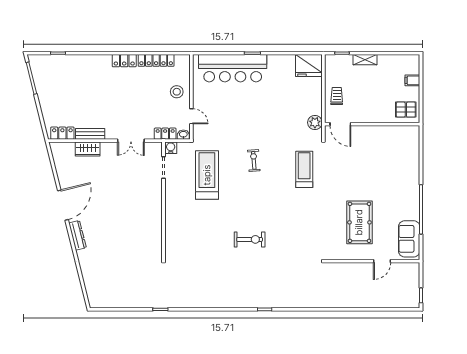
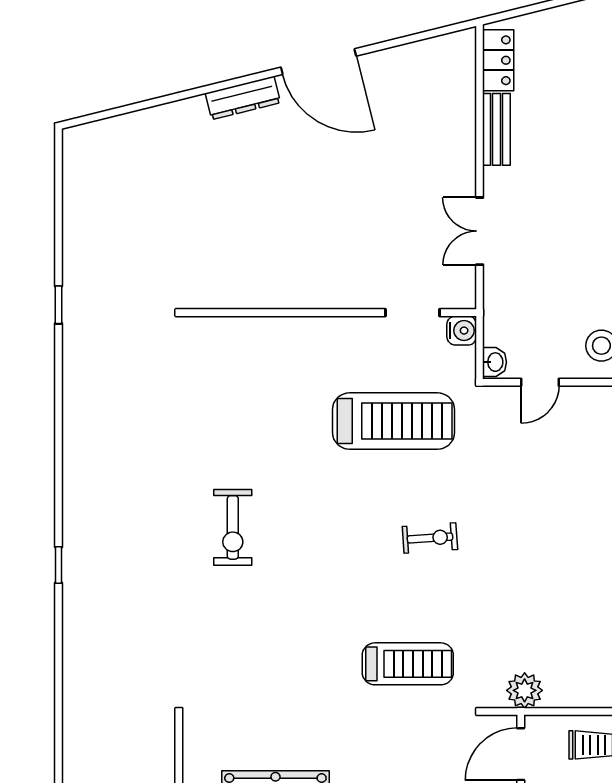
locker: (165, 134) -> (497, 317), removed
wardrobe: (88, 149) -> (459, 123), removed

